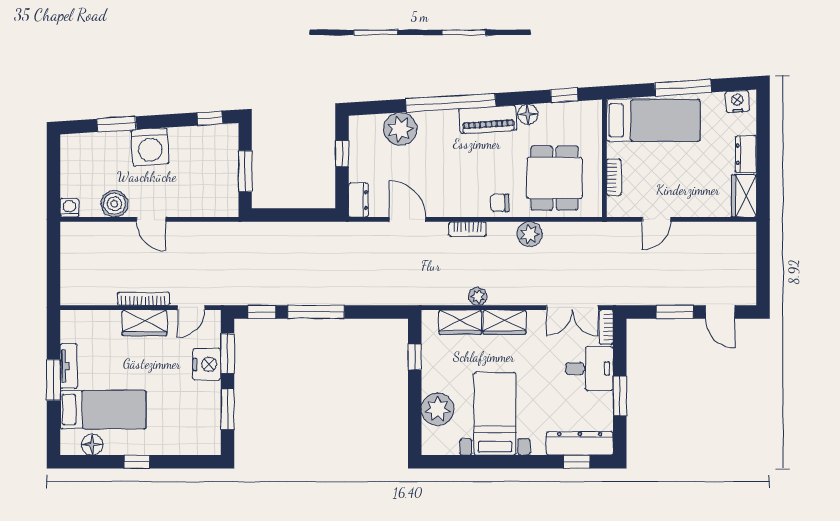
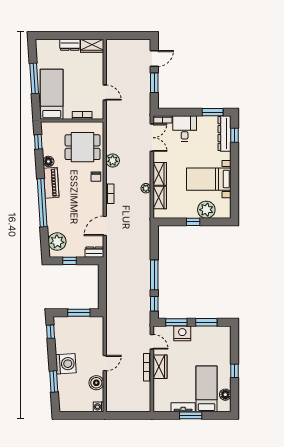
nightstand: (737, 101) -> (42, 49), removed
plant: (400, 129) -> (57, 242), moved
window: (415, 357) -> (193, 222), moved
window: (620, 396) -> (213, 112), moved

